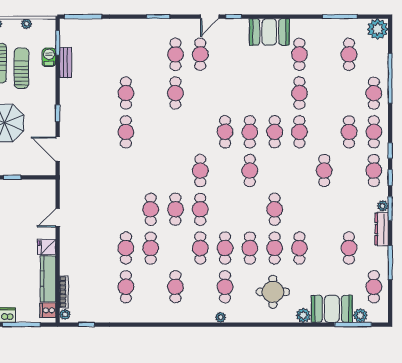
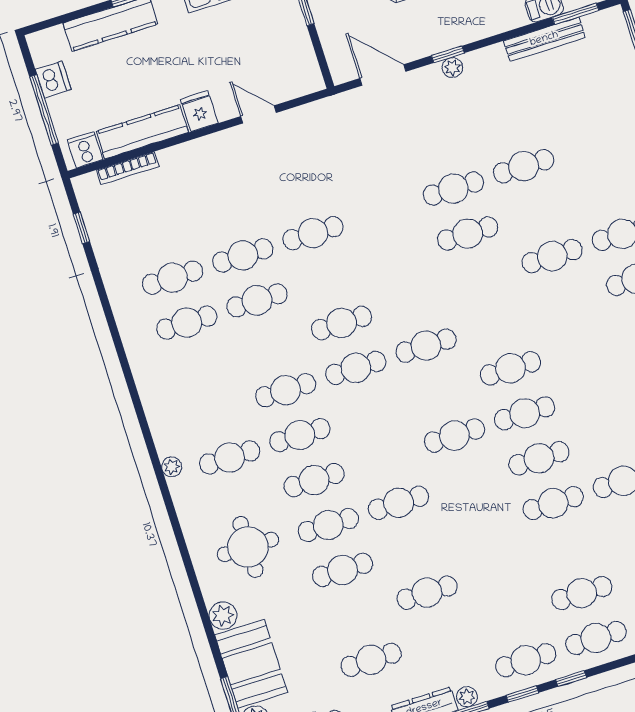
bench: (66, 62) -> (544, 39), width x1.36
cafe table: (151, 132) -> (468, 234), added
door: (58, 149) -> (383, 75), hinge flipped
cafe table: (324, 171) -> (427, 593), moved
cafe table: (151, 209) -> (313, 233), moved
cafe table: (175, 287) -> (187, 323), moved
plant: (65, 314) -> (452, 68), moved

